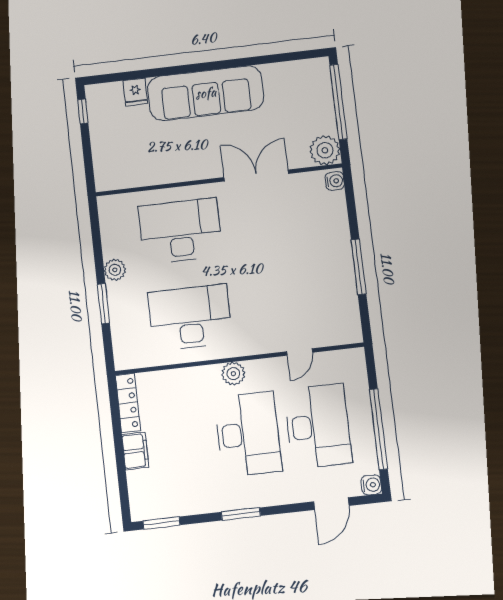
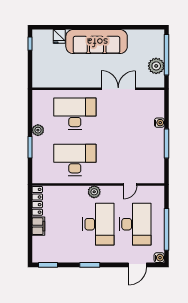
plant: (325, 150) -> (156, 66), moved
water cooler: (335, 181) -> (159, 123), moved

